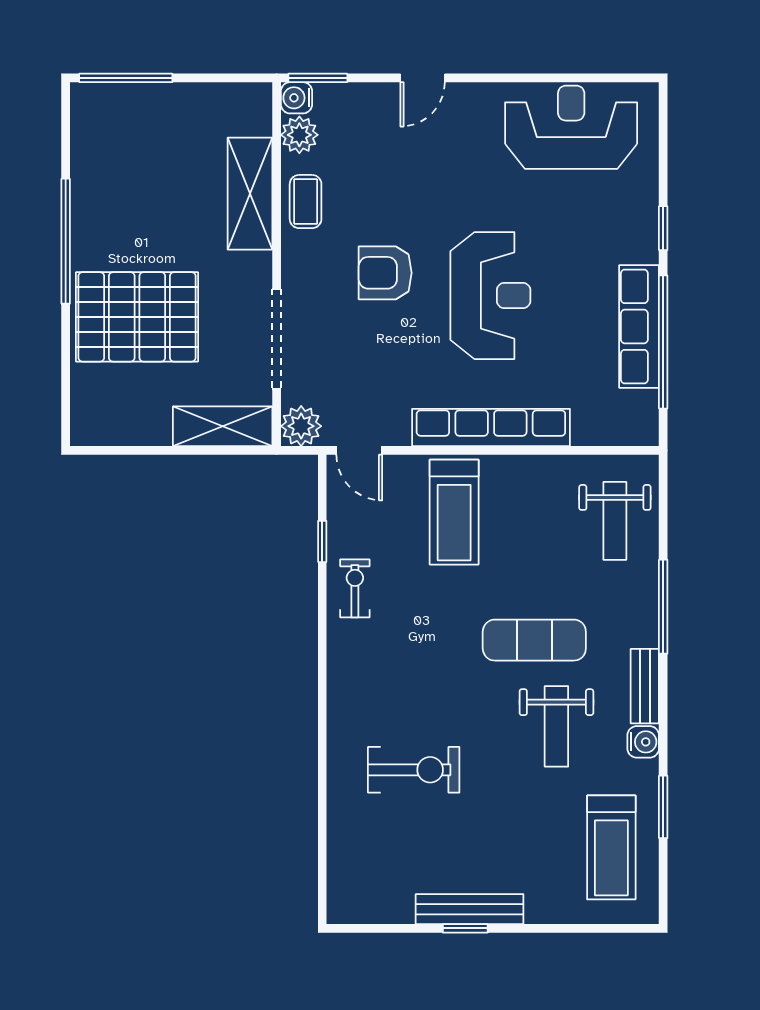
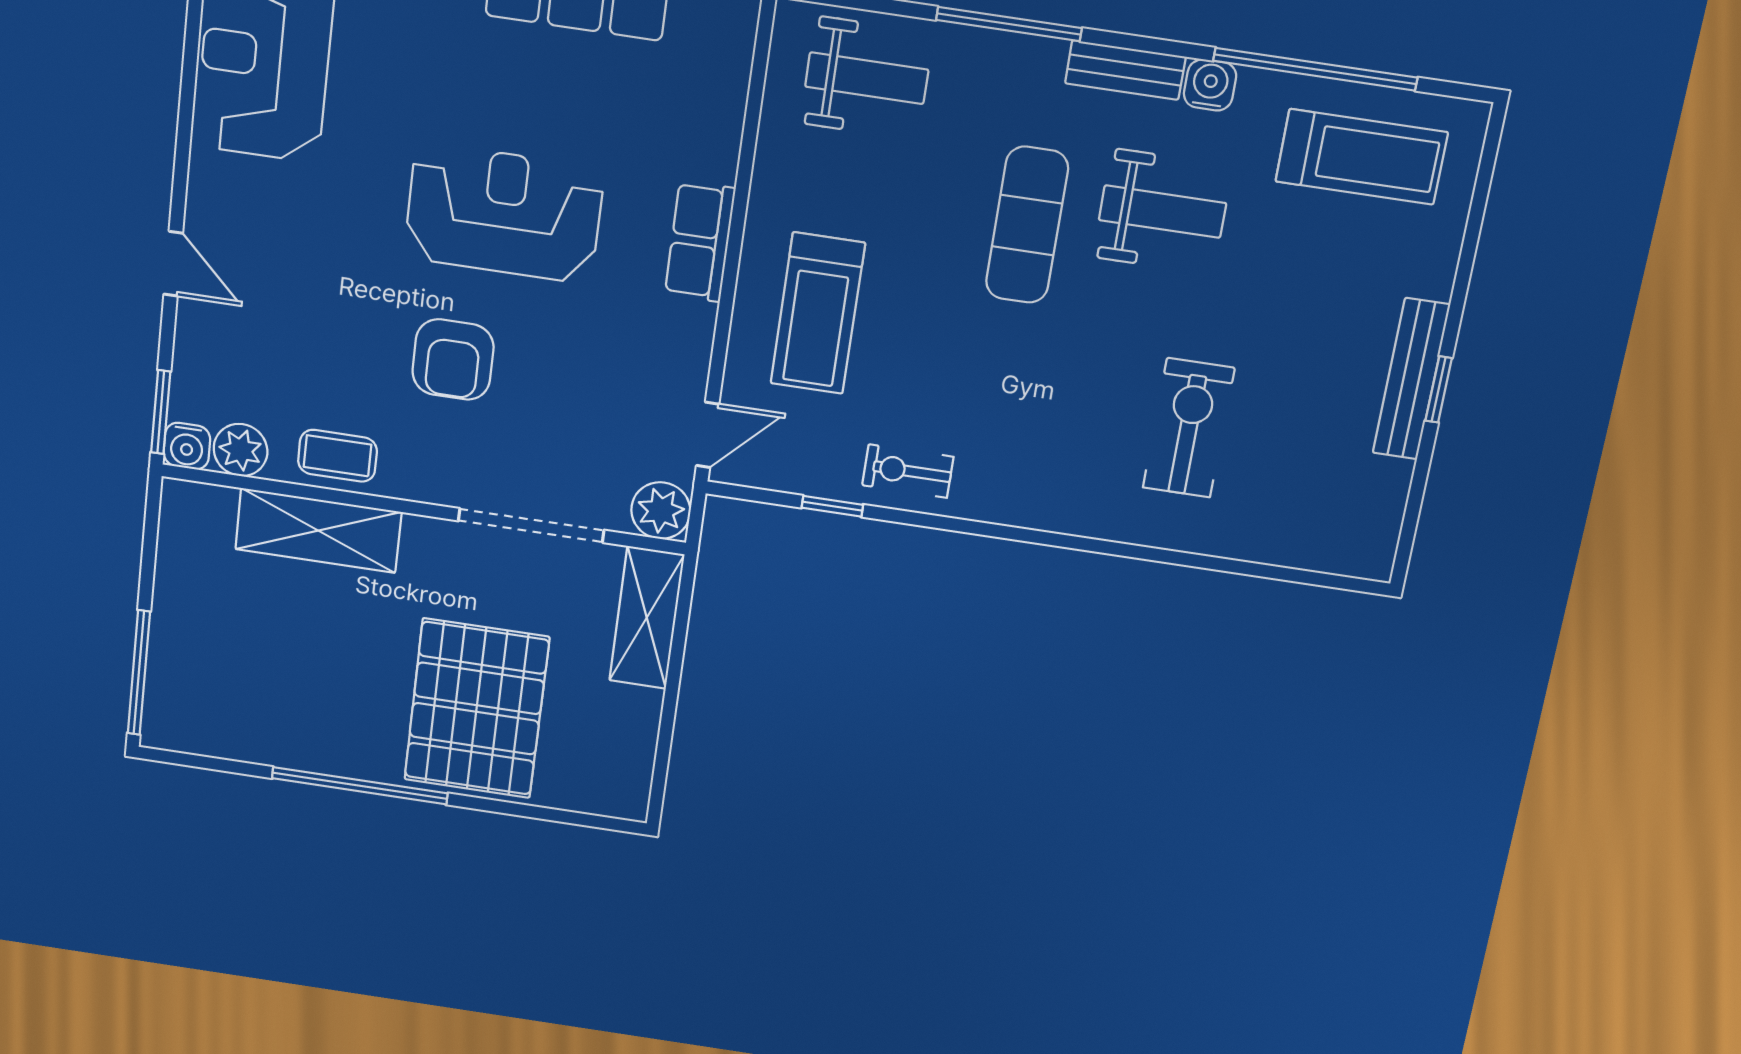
row of seats: (491, 428) -> (700, 241), width x0.50
treadmill: (454, 512) -> (818, 313), turned 90
window: (663, 807) -> (1315, 69), width x2.11

